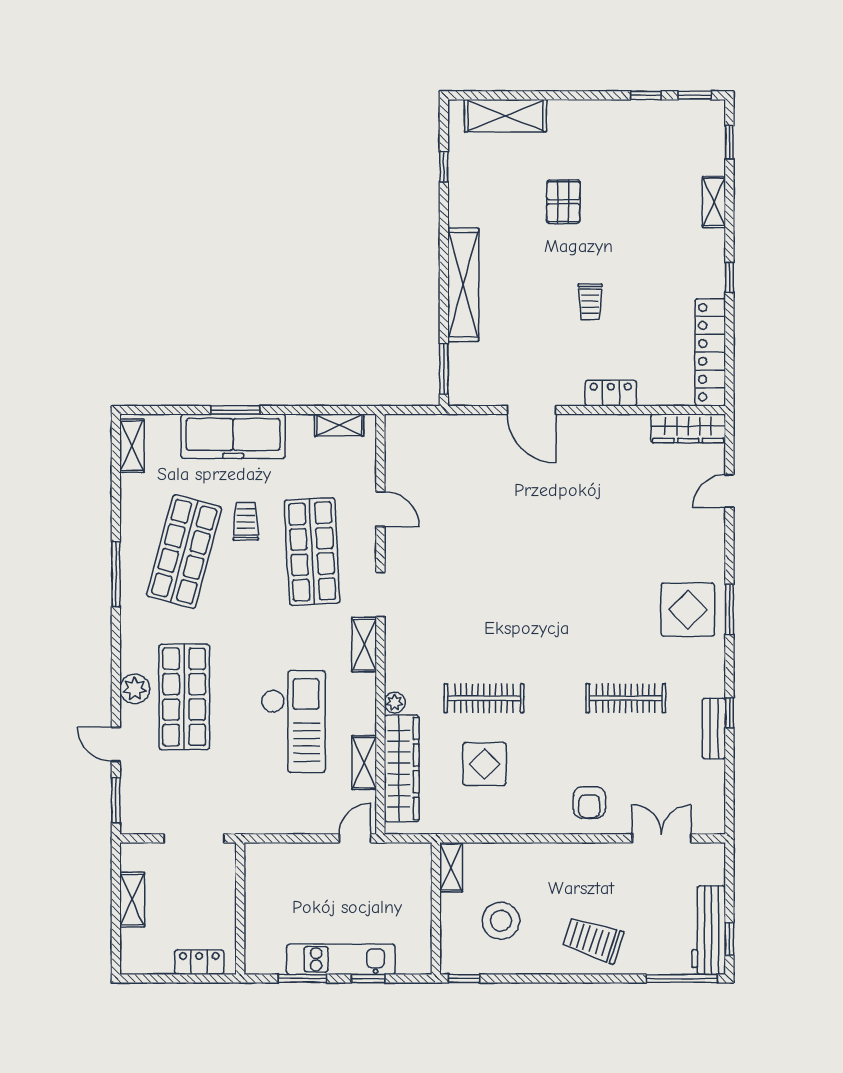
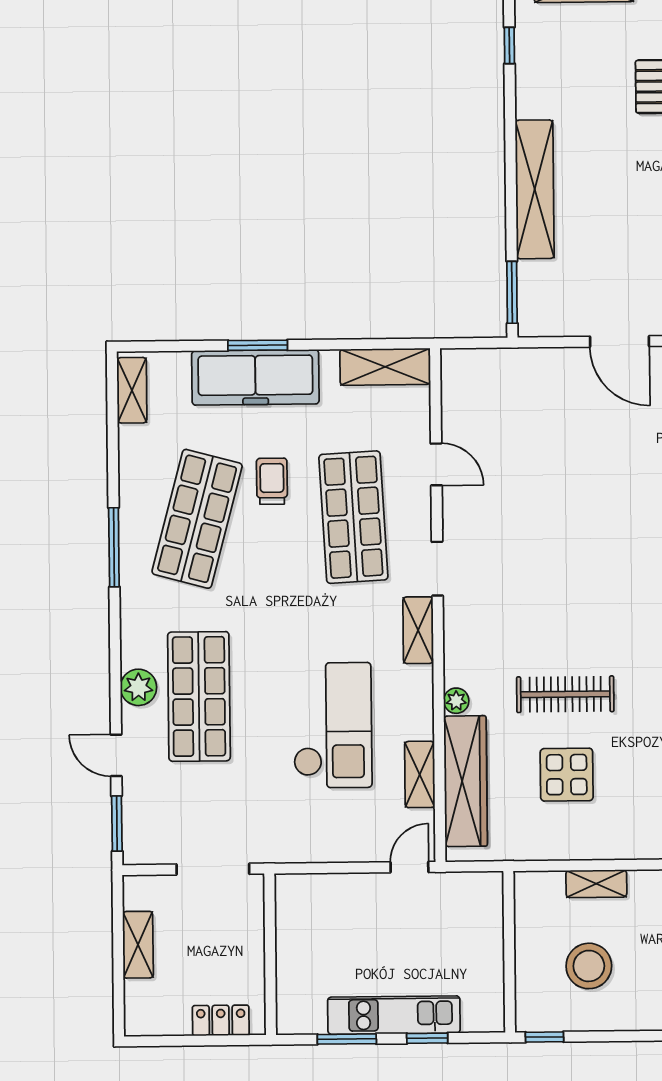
shelving: (339, 425) -> (385, 367), width x1.50, depth x1.33
shelving: (451, 867) -> (596, 884), moved, turned 90

